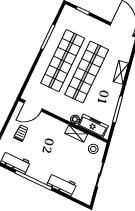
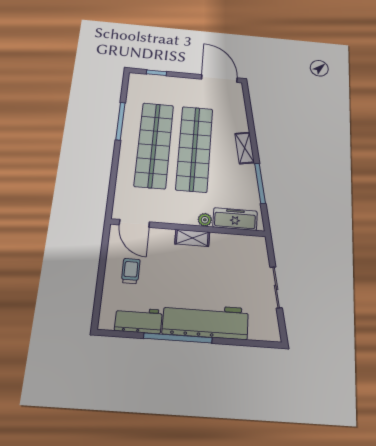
shelving: (121, 72) -> (245, 148), moved
door: (33, 106) -> (134, 223), hinge flipped
shelving: (76, 134) -> (192, 238), moved
stool: (93, 149) -> (250, 253), removed
workbench: (62, 184) -> (205, 321), width x1.88, depth x1.32

